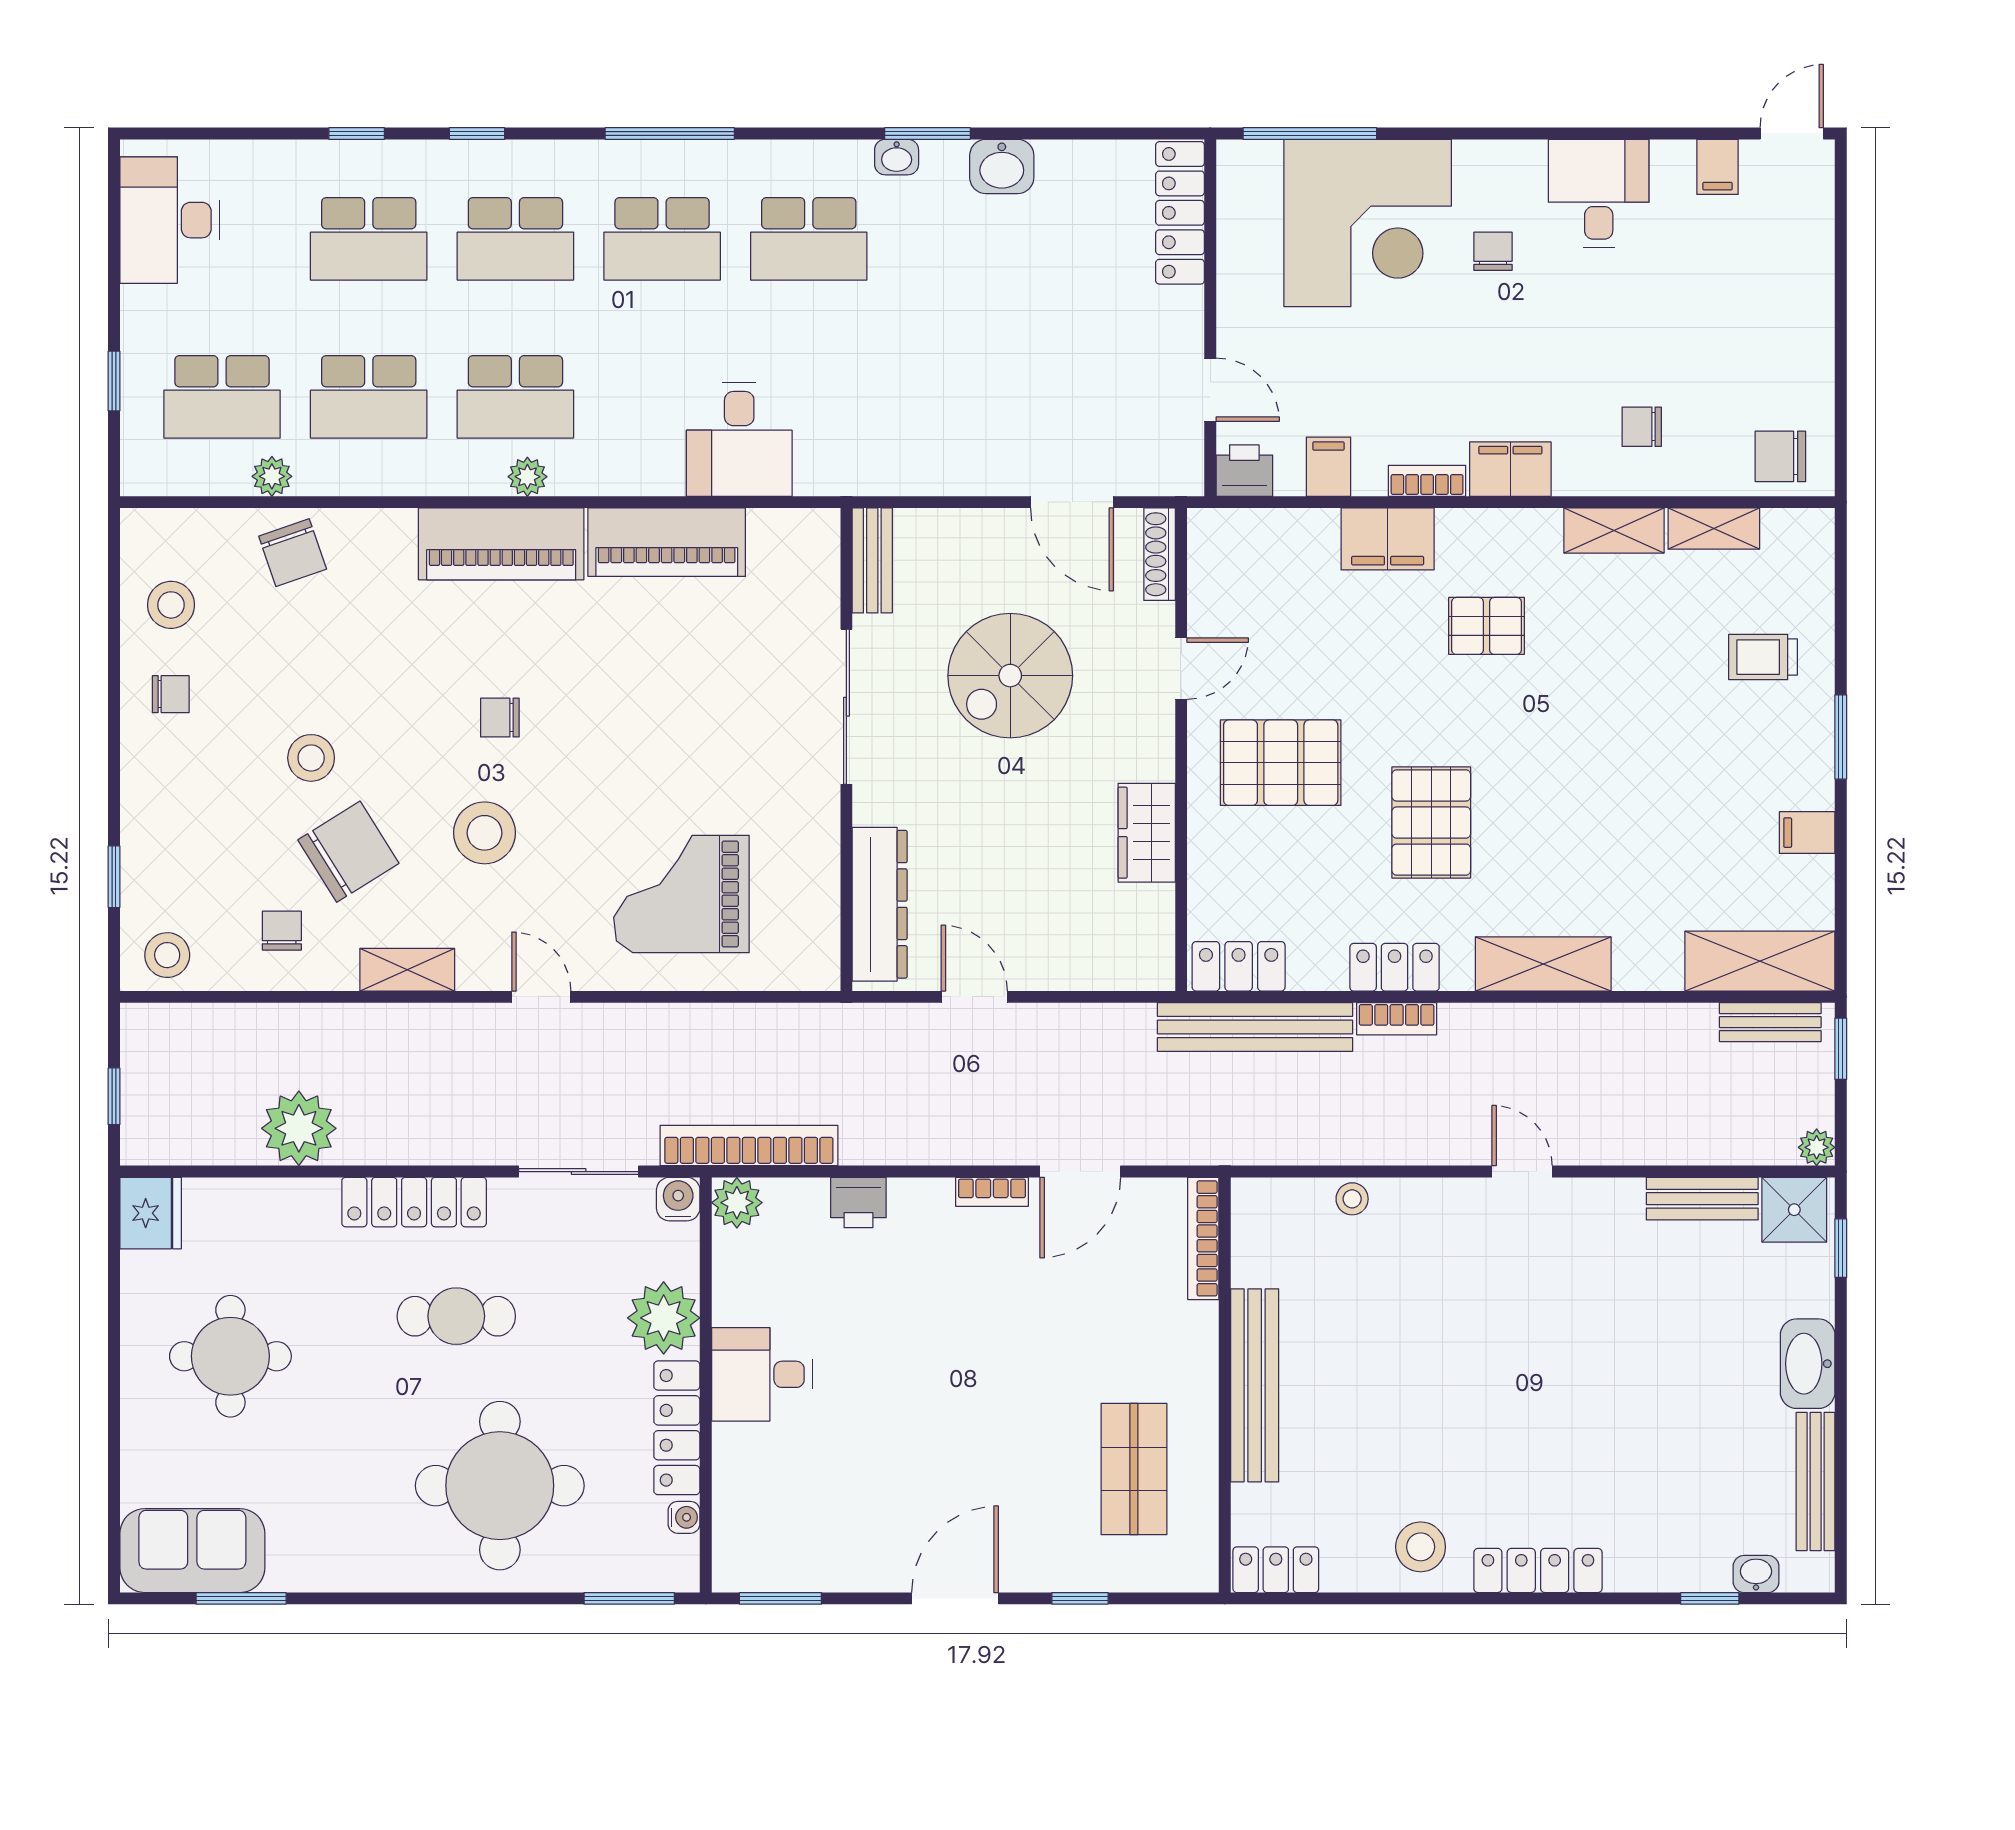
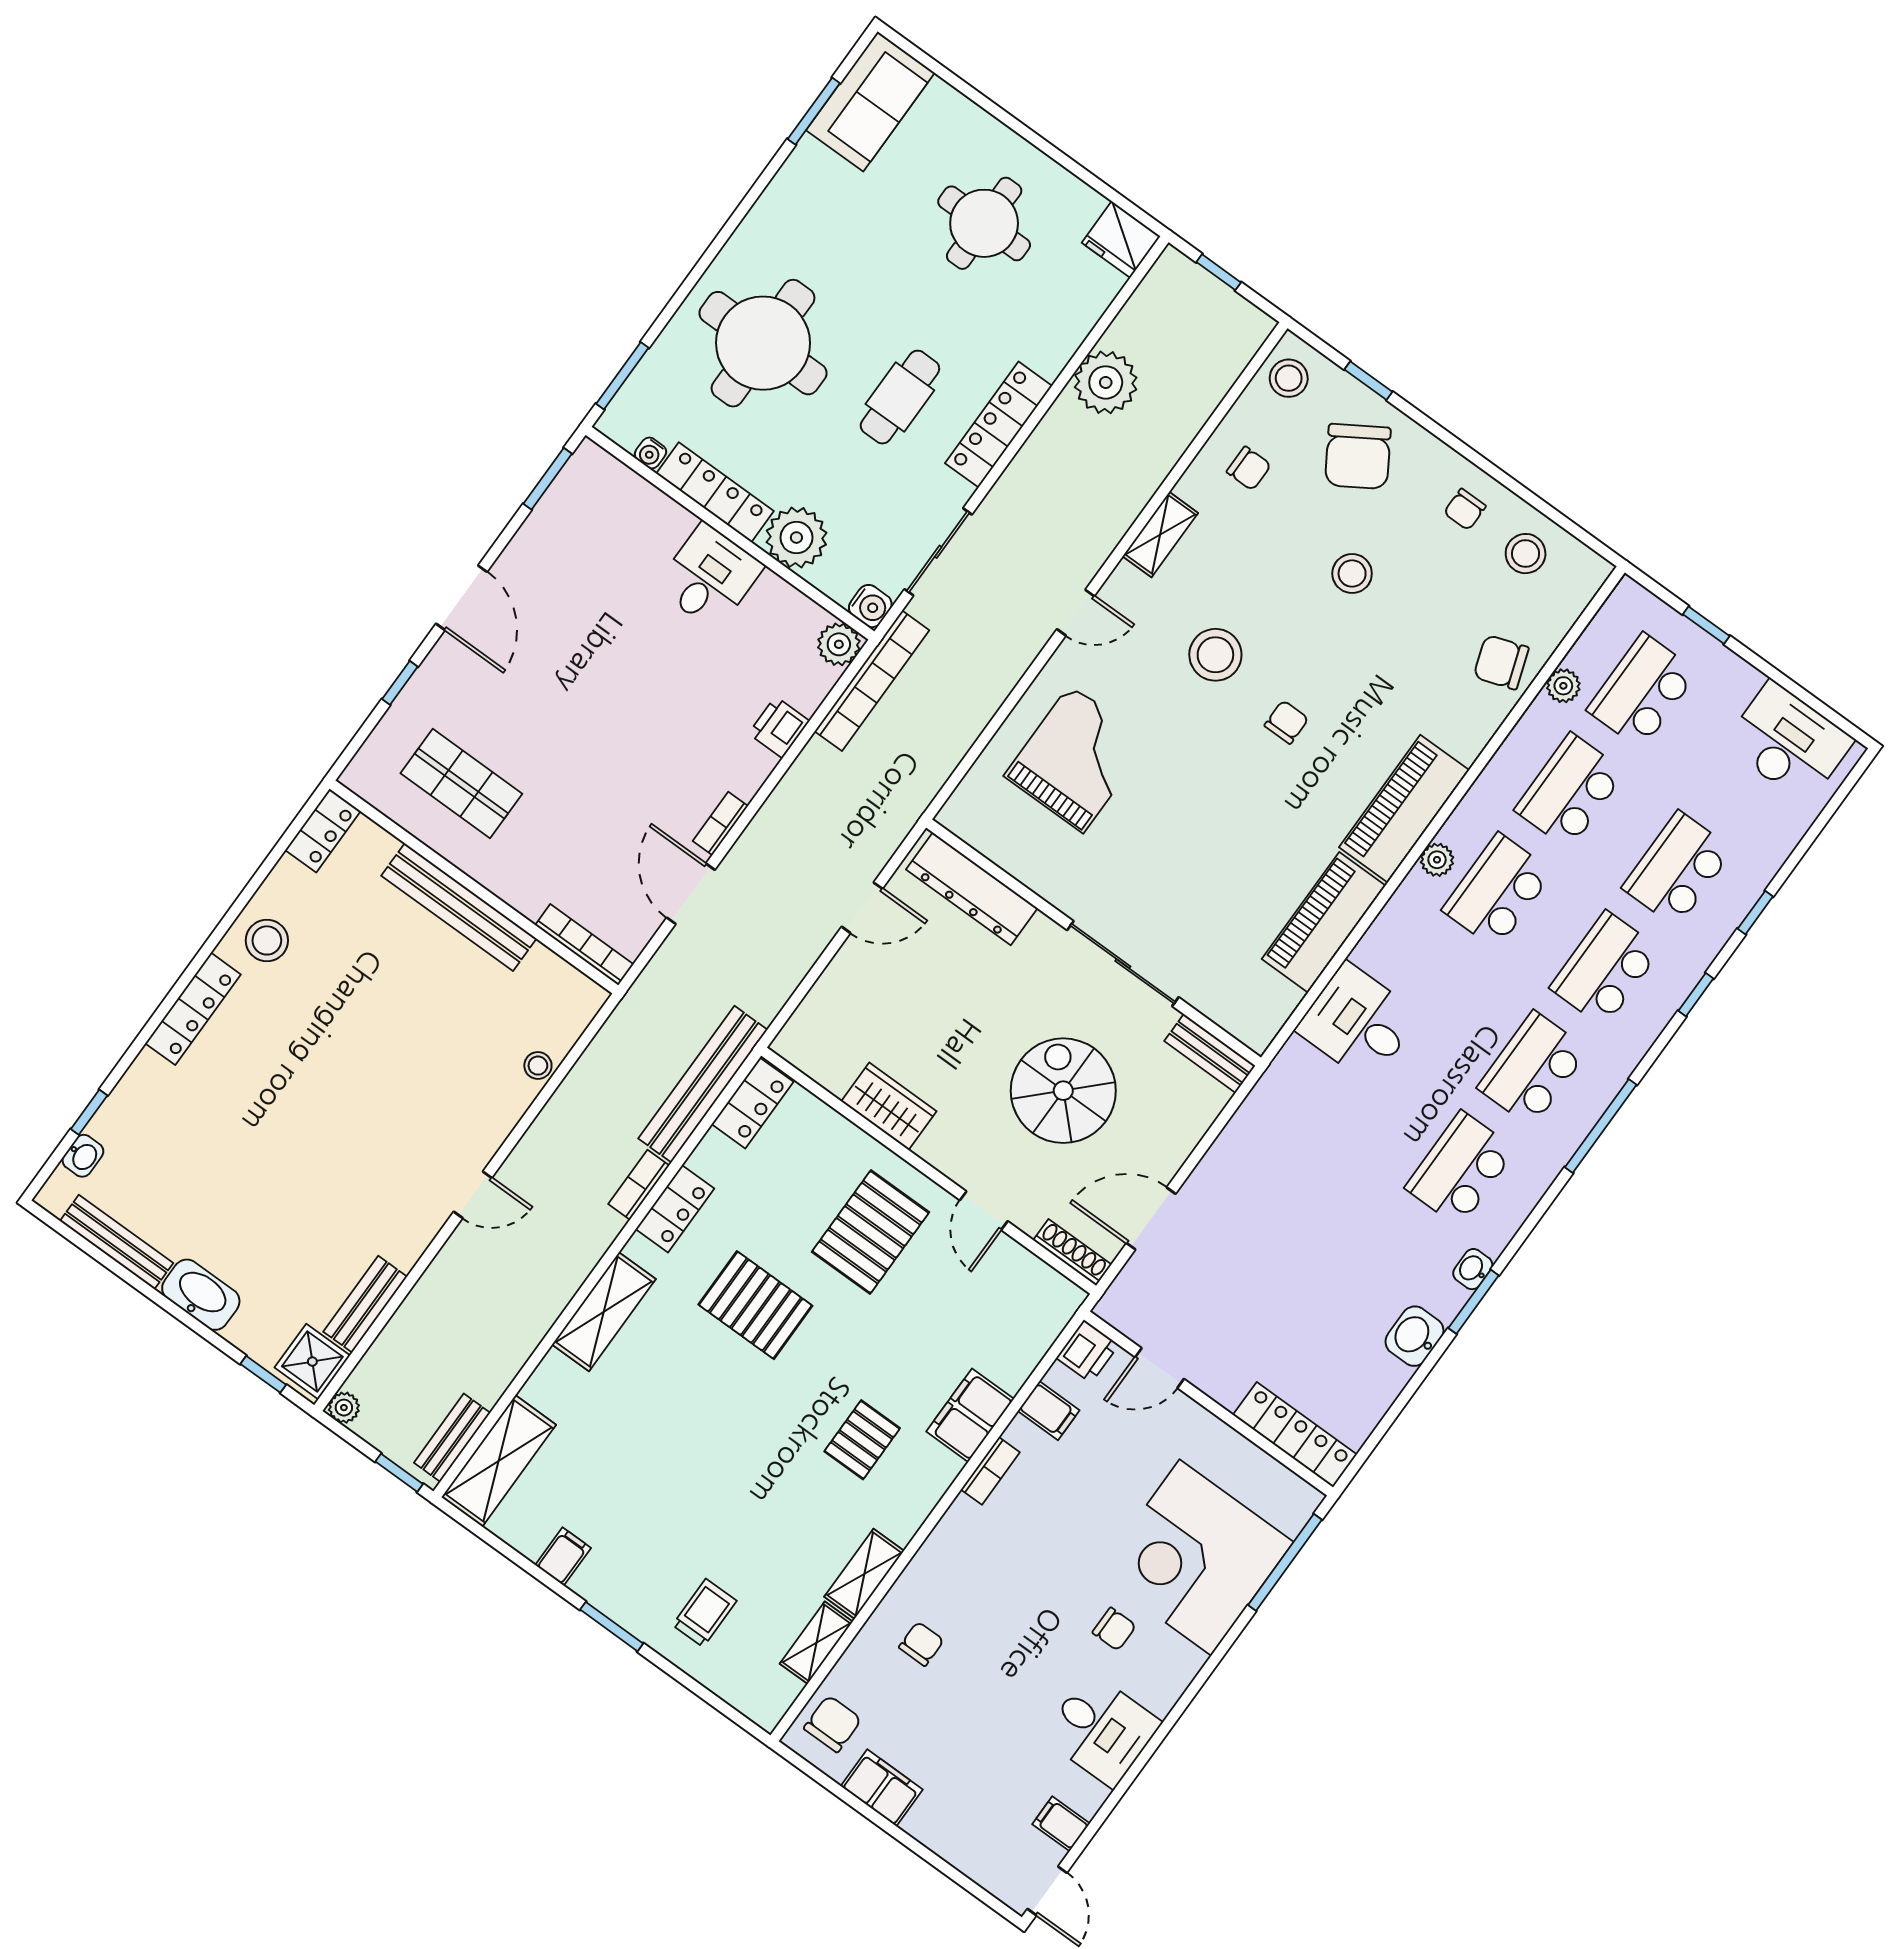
filing cabinet: (1510, 469) -> (882, 1788), moved, turned -90
chair: (348, 852) -> (1358, 456), moved

